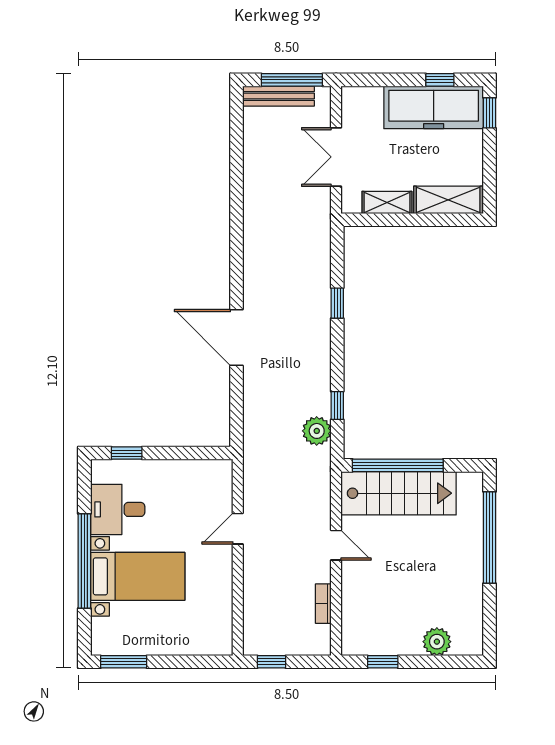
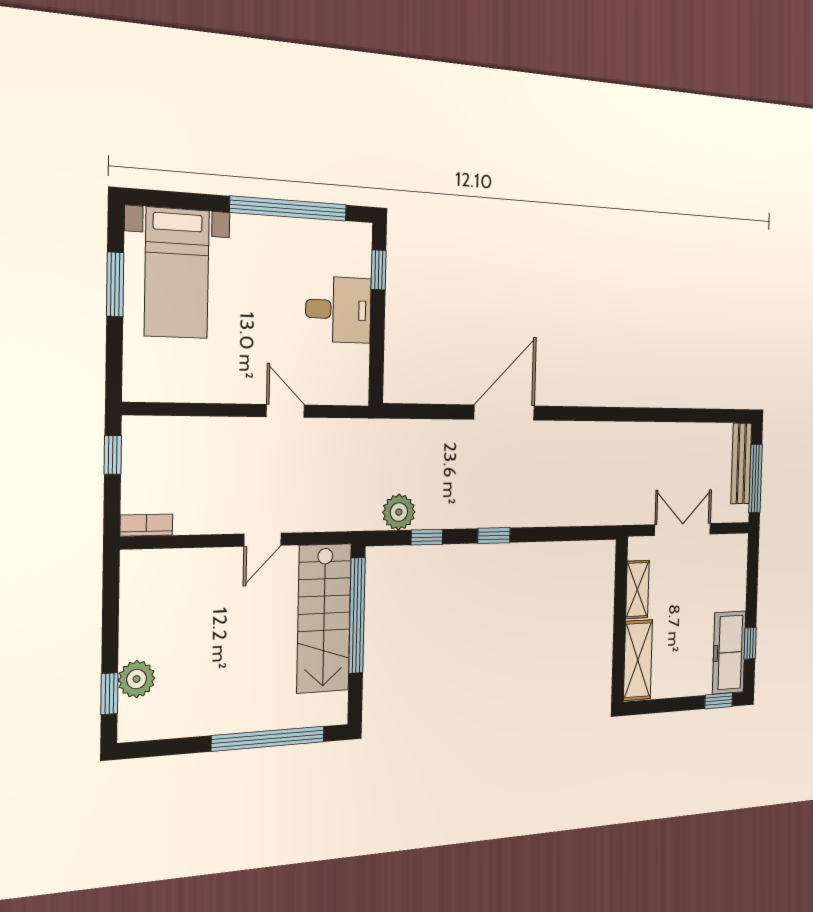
freezer: (434, 107) -> (729, 652), width x0.73, depth x0.79
window: (337, 303) -> (494, 536), moved
desk: (118, 509) -> (338, 310), moved, turned 90
window: (84, 561) -> (289, 209), moved
bed with nightstands: (138, 576) -> (177, 273), moved
bookcase: (323, 604) -> (146, 525), moved
window: (124, 662) -> (115, 284), moved
window: (383, 662) -> (109, 694), moved

